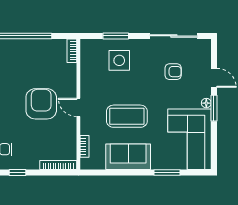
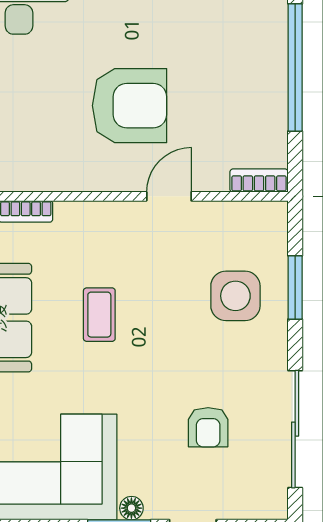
door: (78, 107) -> (169, 196), moved
coffee table: (127, 116) -> (99, 315), width x0.54, depth x0.58

